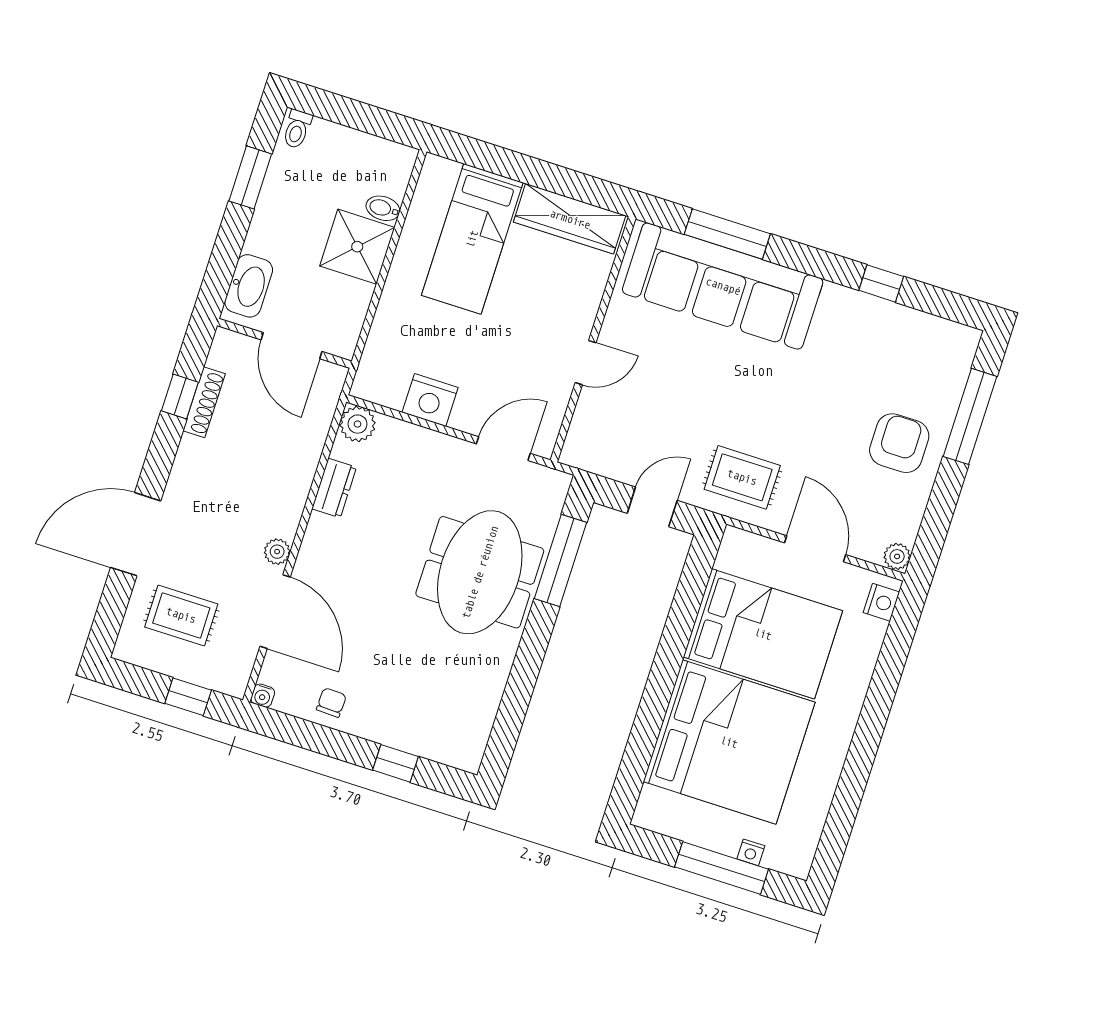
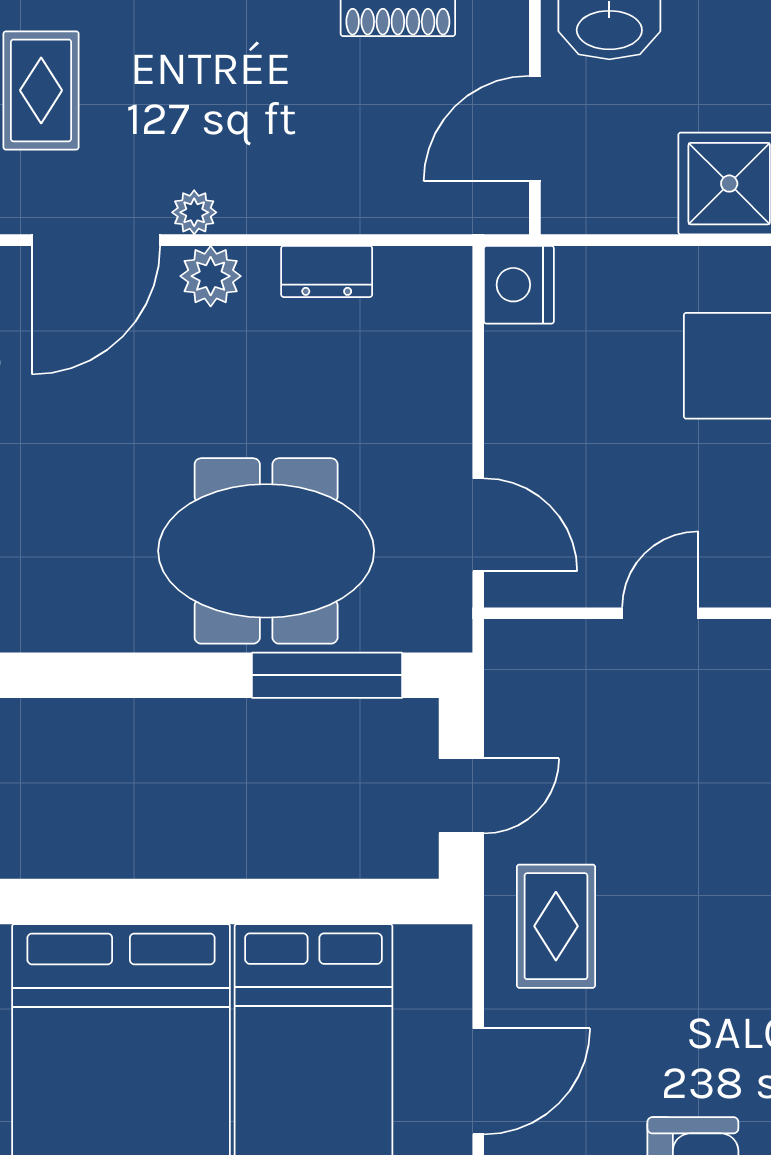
door: (586, 363) -> (660, 613), swing flipped
nightstand: (430, 400) -> (519, 285), moved
plant: (358, 424) -> (211, 276), moved
door: (652, 507) -> (461, 796), hinge flipped

